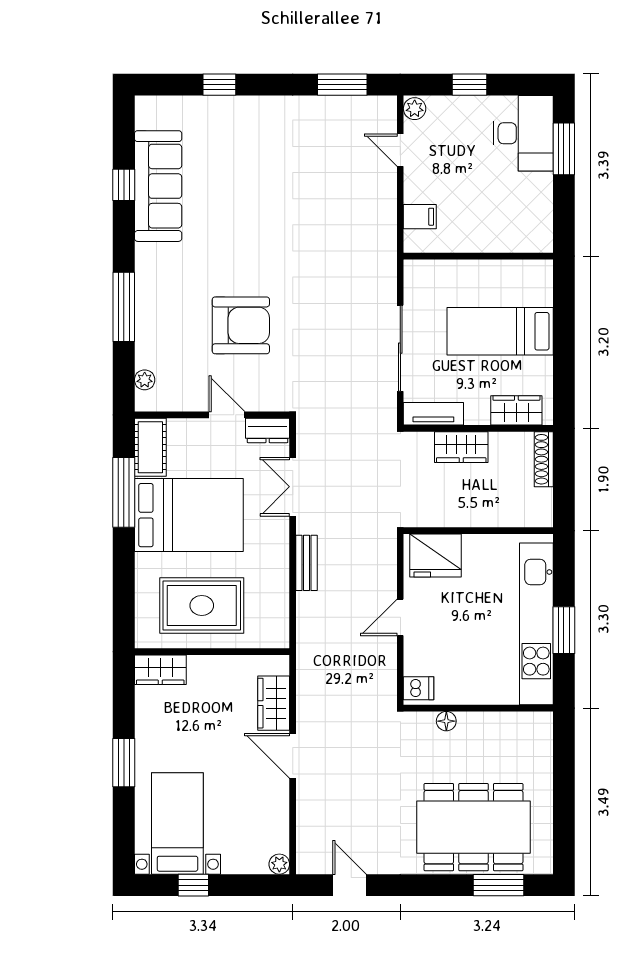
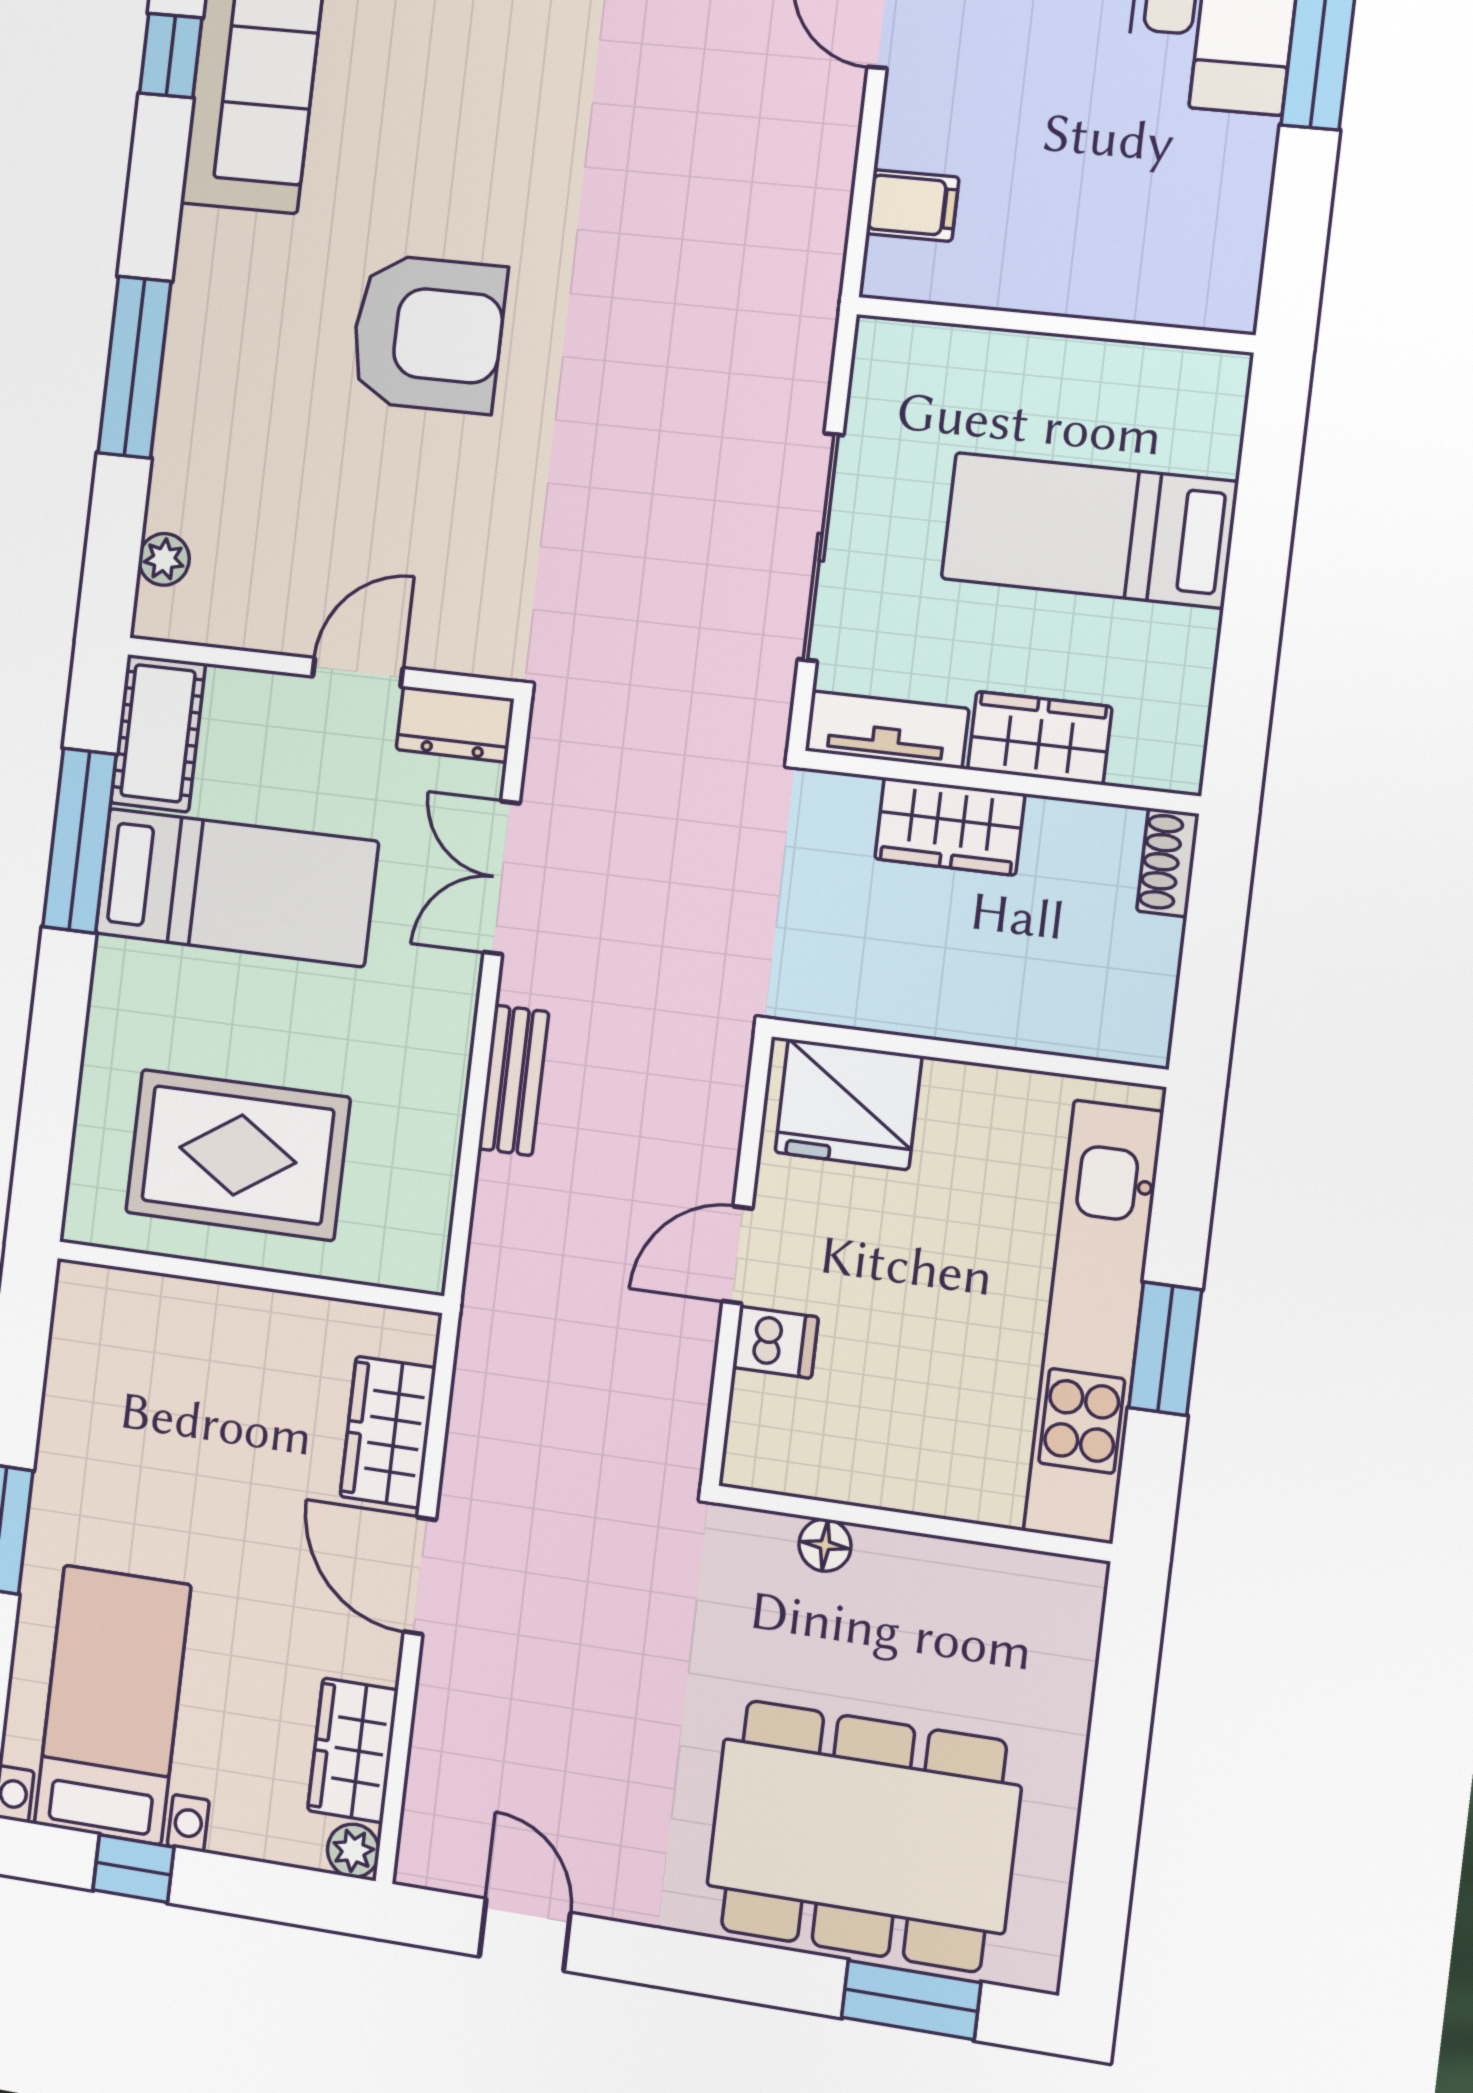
armchair: (241, 325) -> (428, 334), moved
wardrobe: (516, 410) -> (1040, 738), moved
door: (227, 415) -> (358, 672), hinge flipped
shoe rack: (544, 459) -> (1168, 863), width x0.70
bed: (189, 515) -> (236, 887), width x0.67
wardrobe: (160, 670) -> (353, 1750), moved, turned 90
dishwasher: (419, 688) -> (775, 1342), moved

